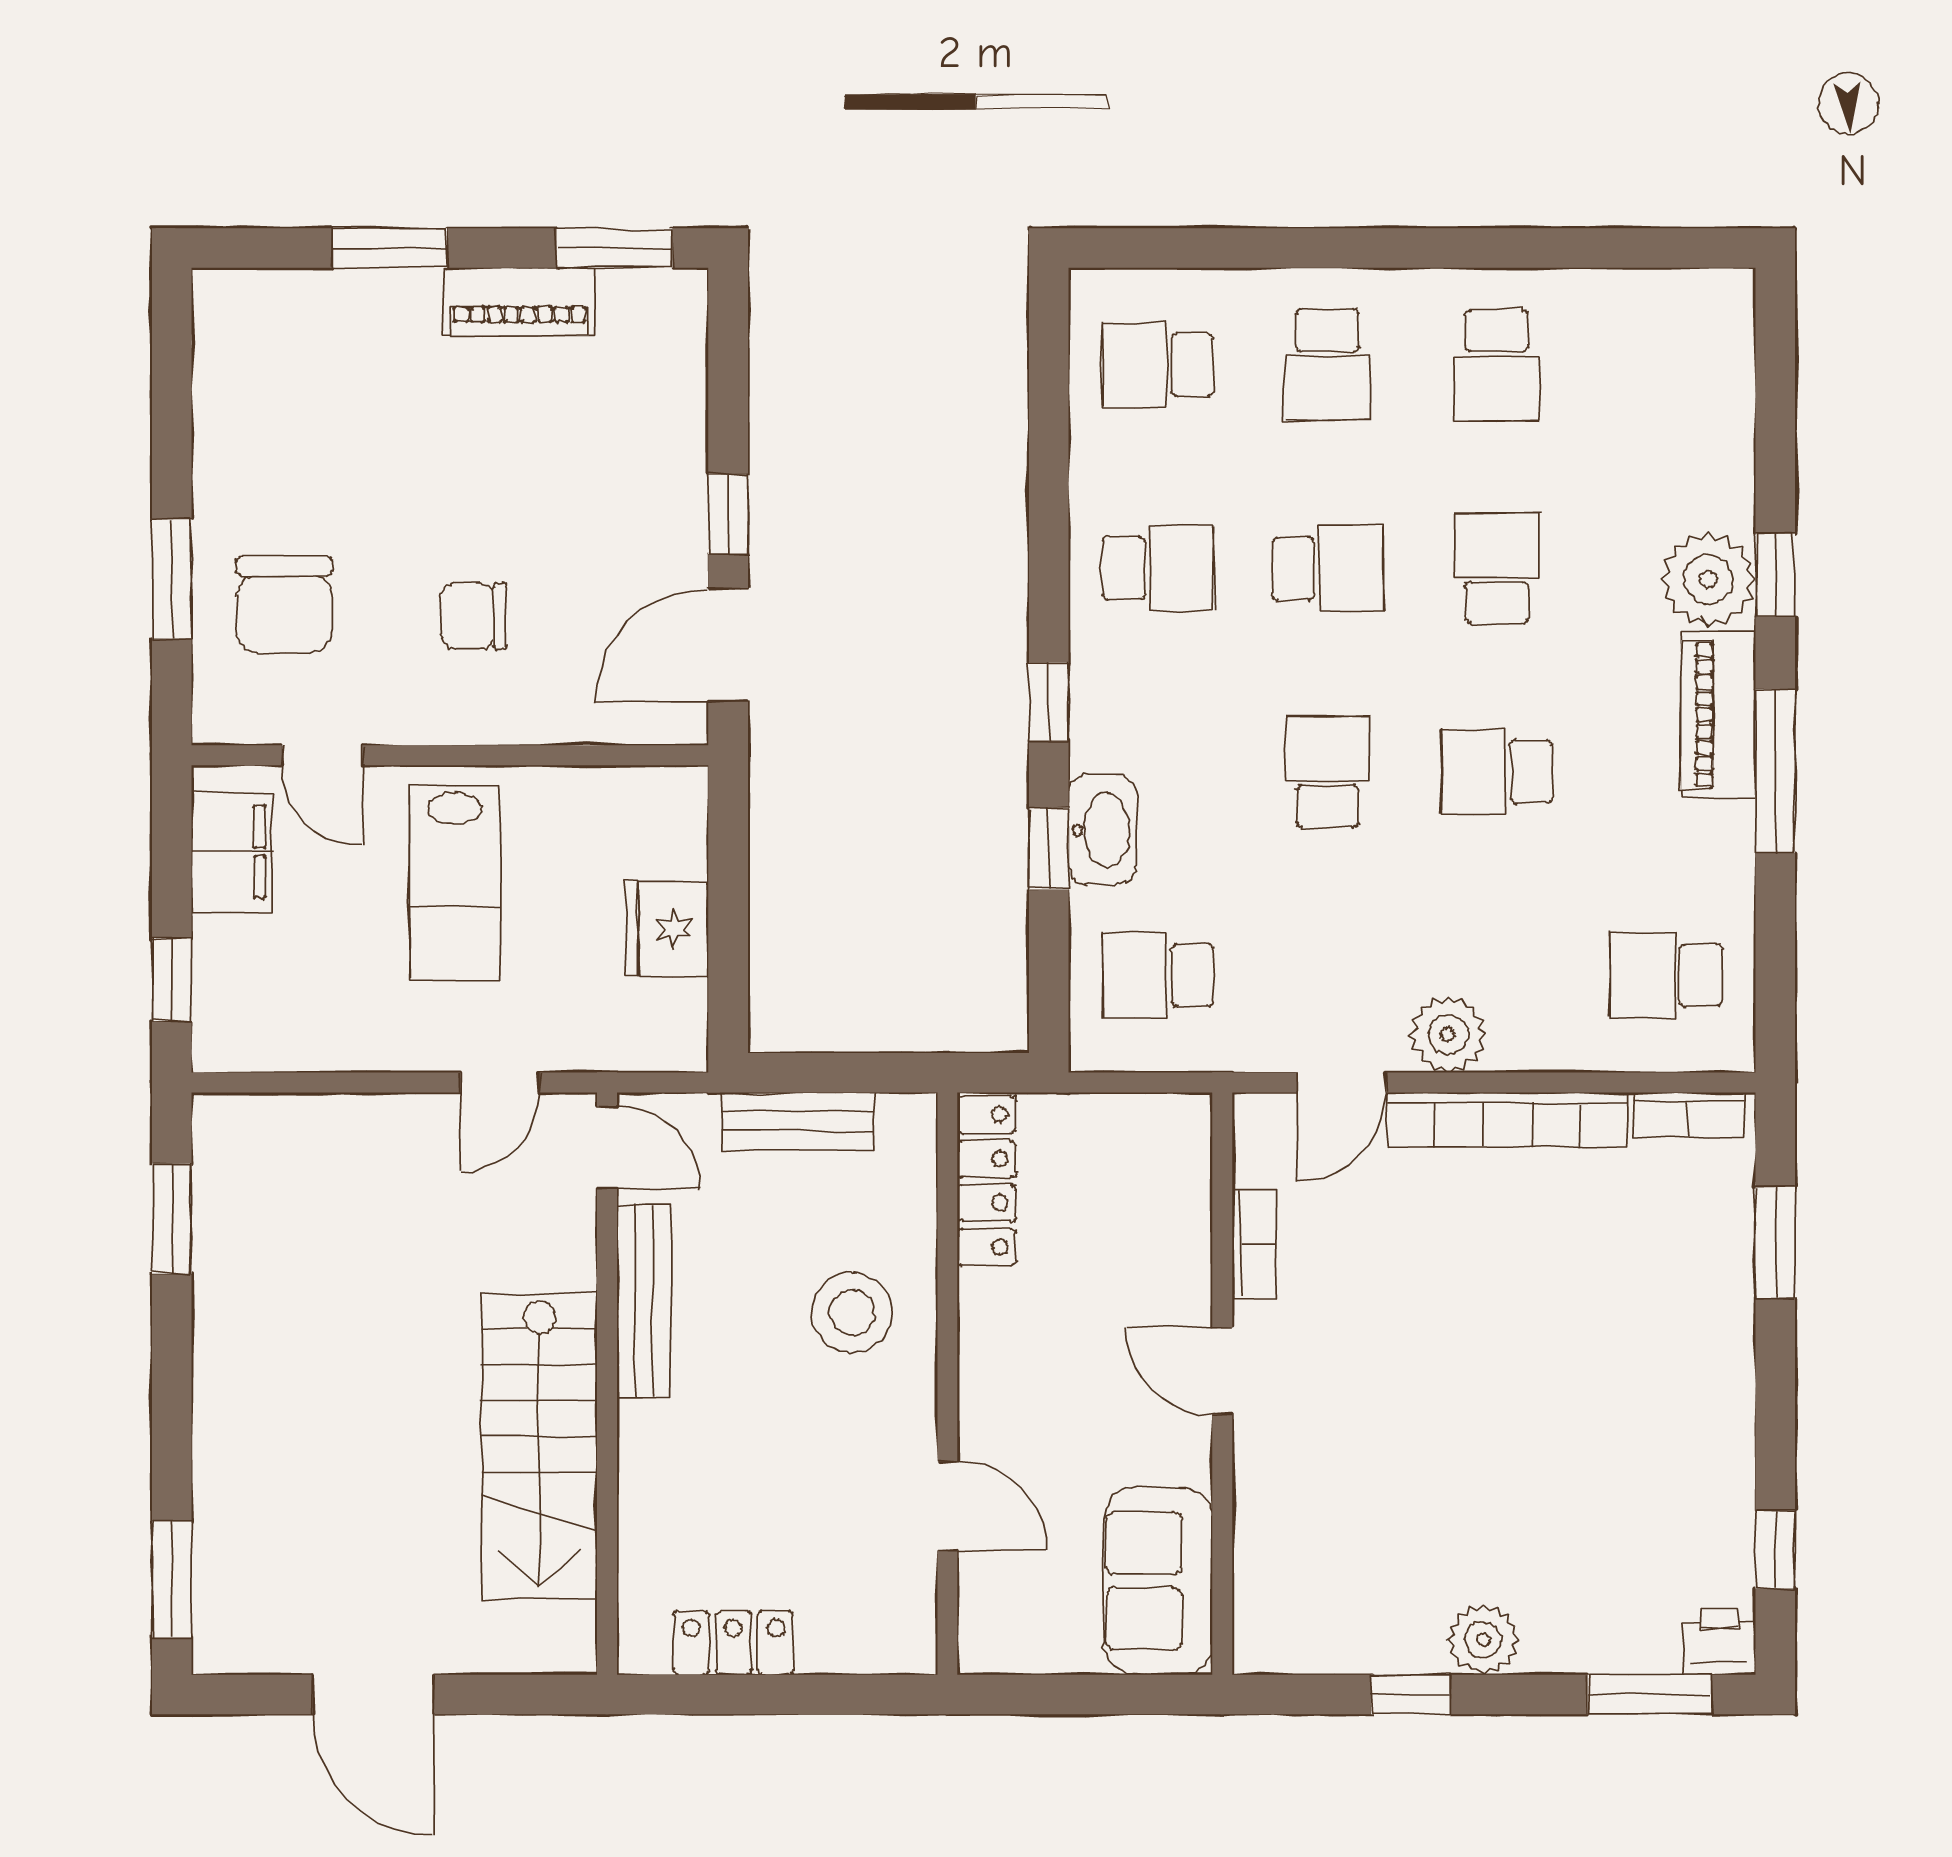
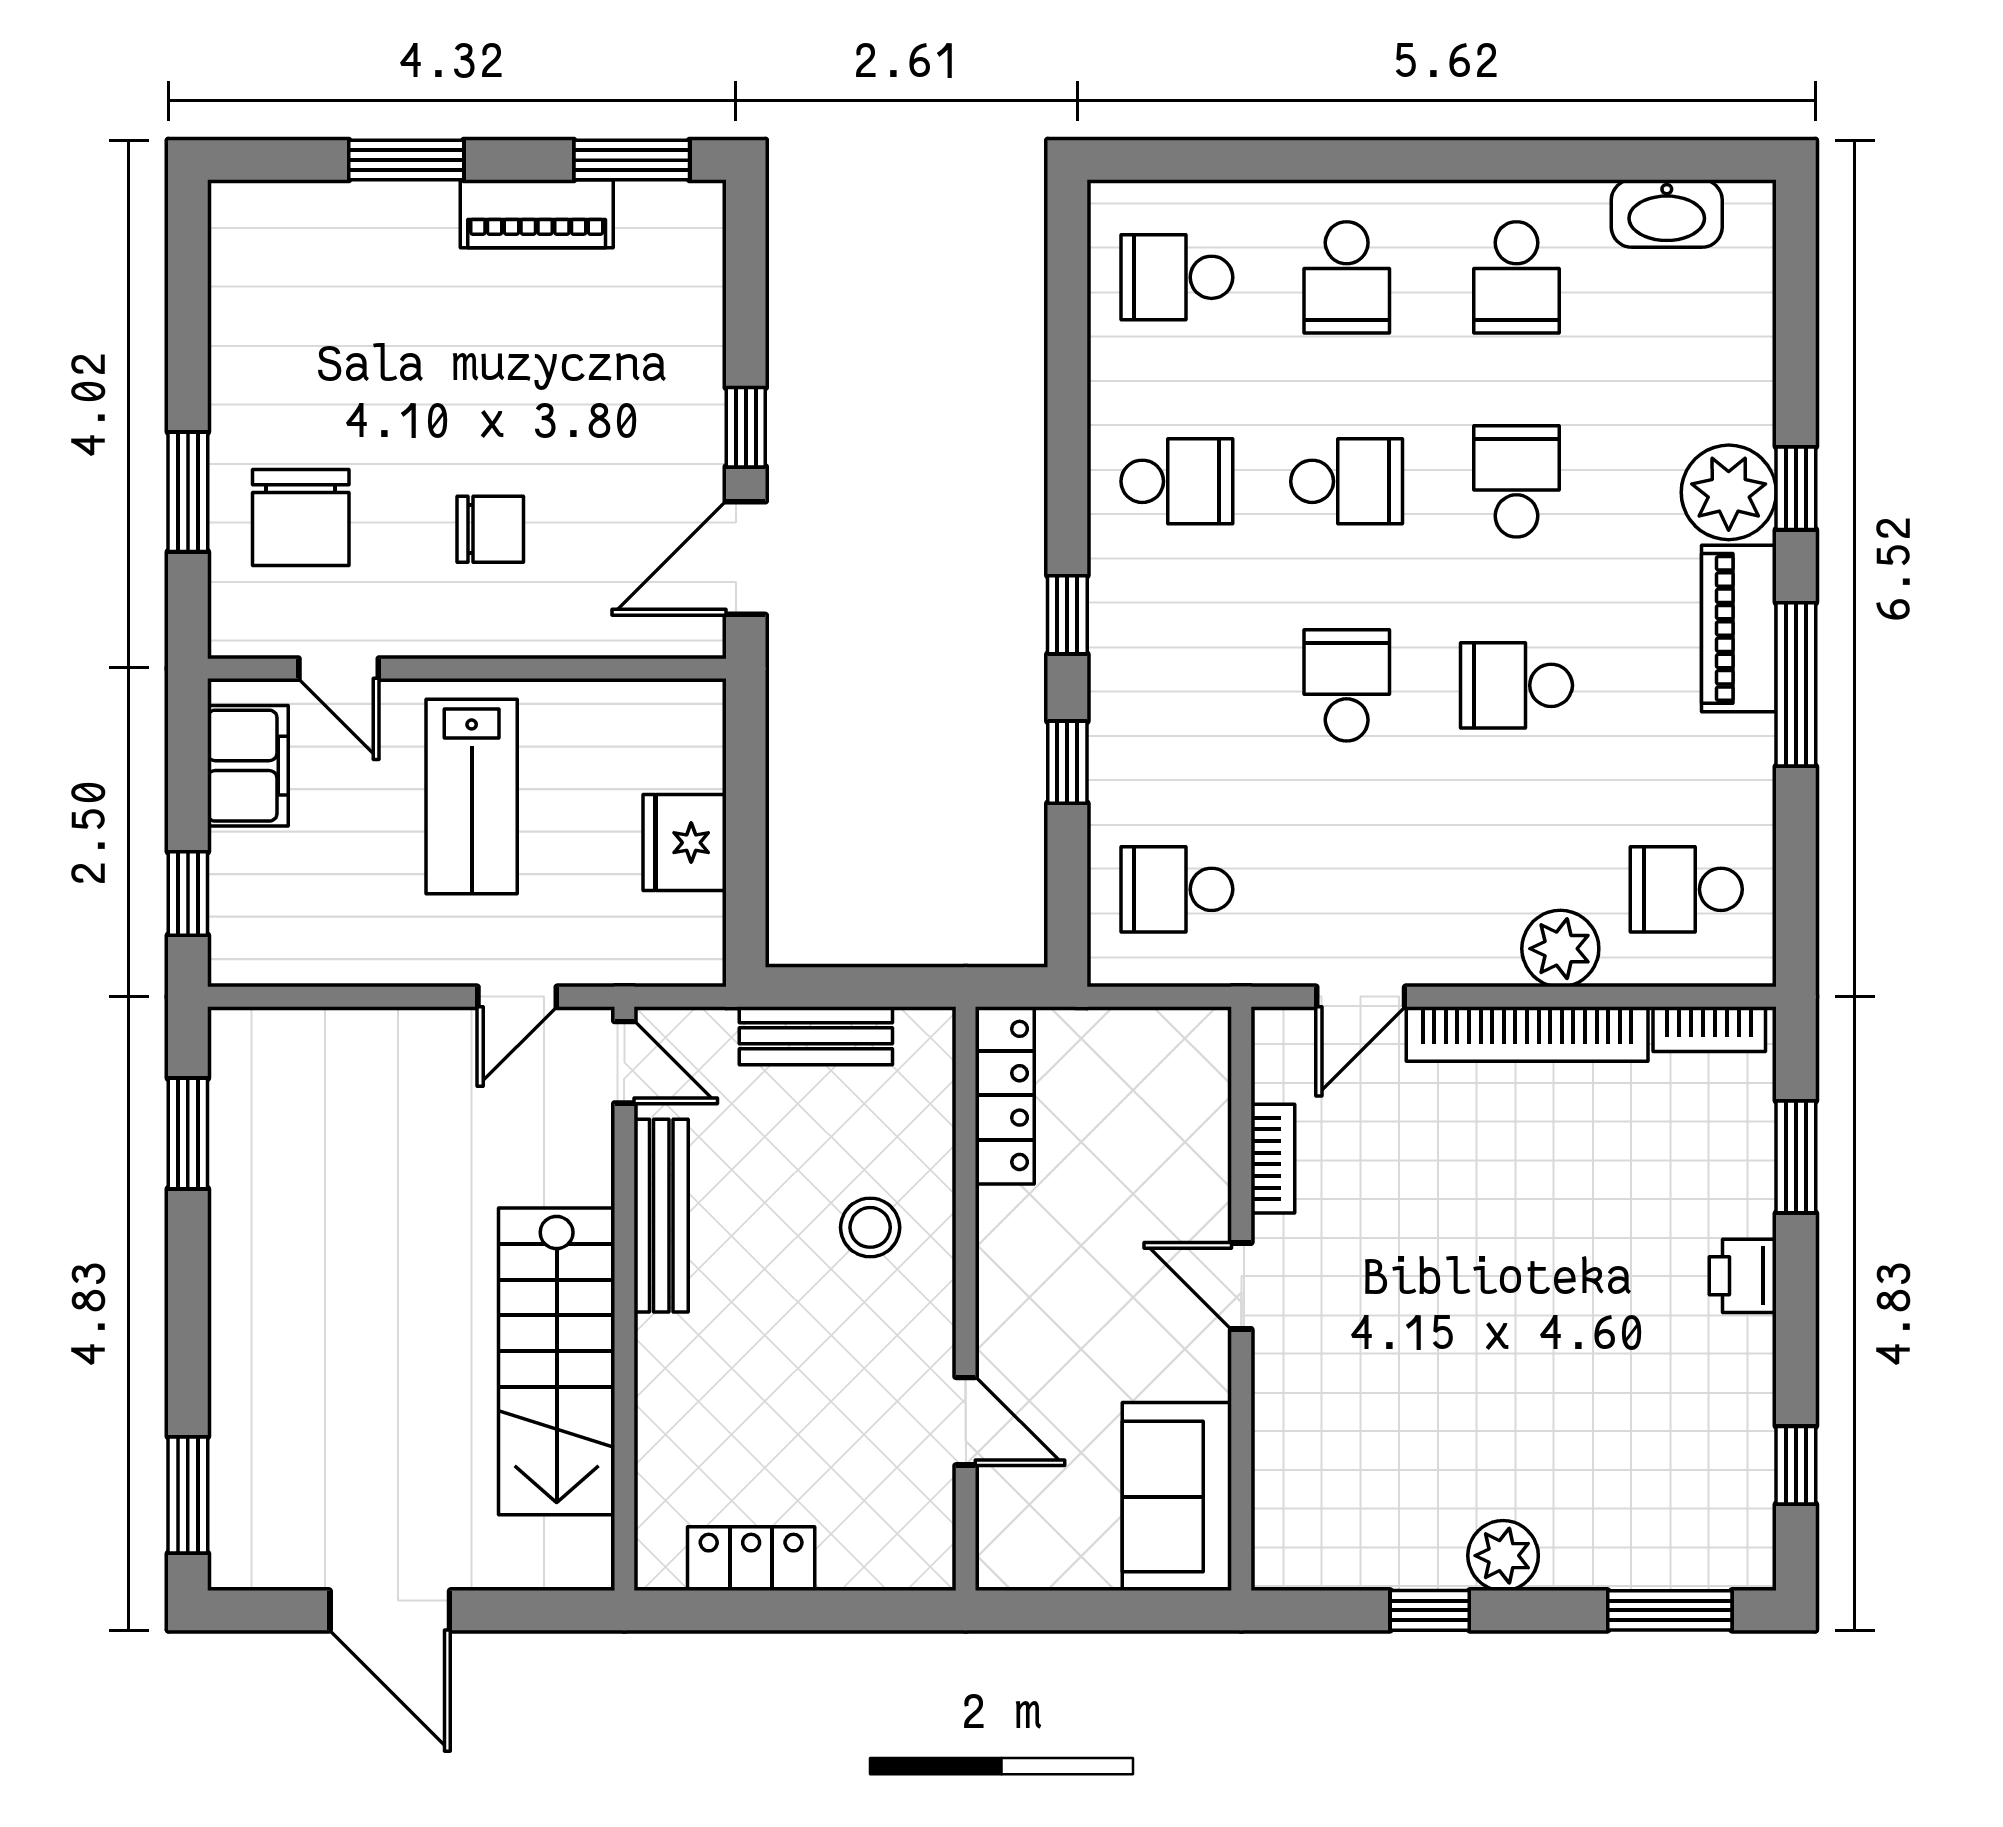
chair: (473, 616) -> (490, 529), turned 180
washbasin: (1102, 830) -> (1667, 214), moved, turned 90
plant: (1448, 1034) -> (1560, 949), moved
stool: (852, 1313) -> (870, 1227), width x0.73, depth x0.73
printer: (1719, 1641) -> (1743, 1276), moved, turned -90

